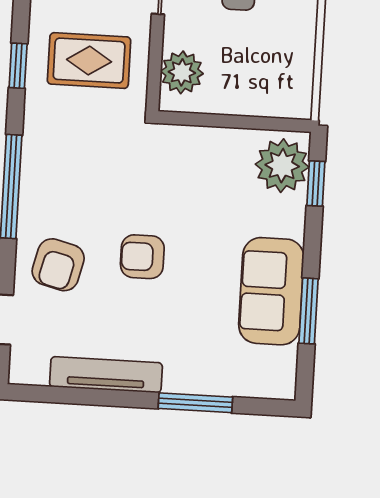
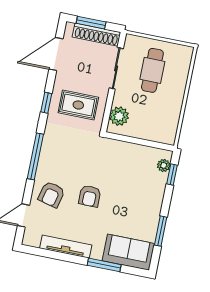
plant: (282, 166) -> (164, 165), width x0.53, depth x0.53
armchair: (142, 257) -> (90, 196), turned -90
sofa: (271, 291) -> (128, 252), moved, turned 90

